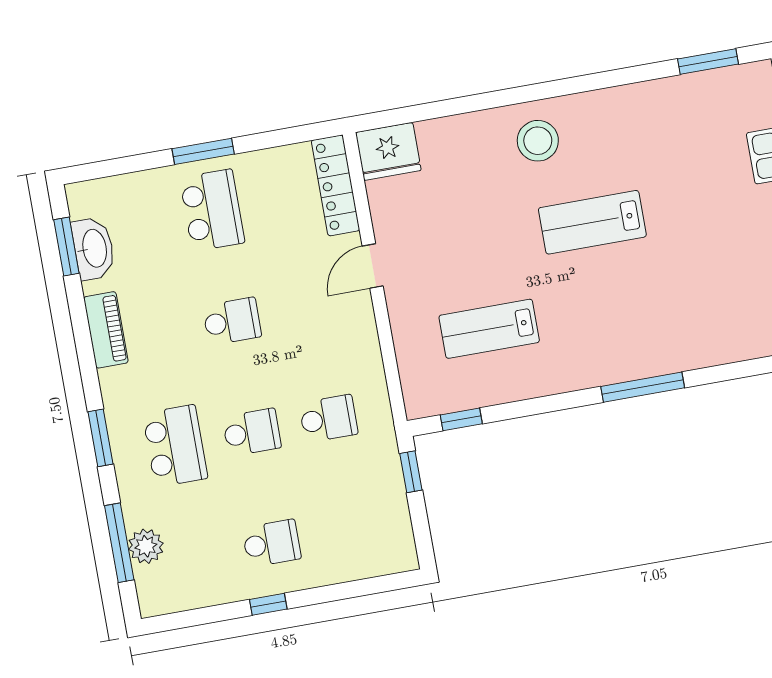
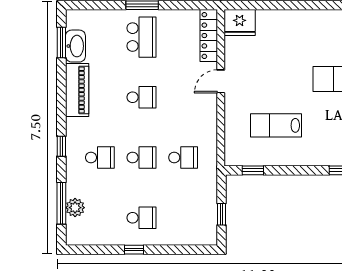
stool: (538, 141) -> (319, 31), removed
piano: (106, 330) -> (77, 90), width x1.37, depth x1.33
window: (101, 438) -> (61, 146), width x0.67
school desk: (175, 446) -> (100, 158), width x0.54
window: (411, 472) -> (221, 214), moved

